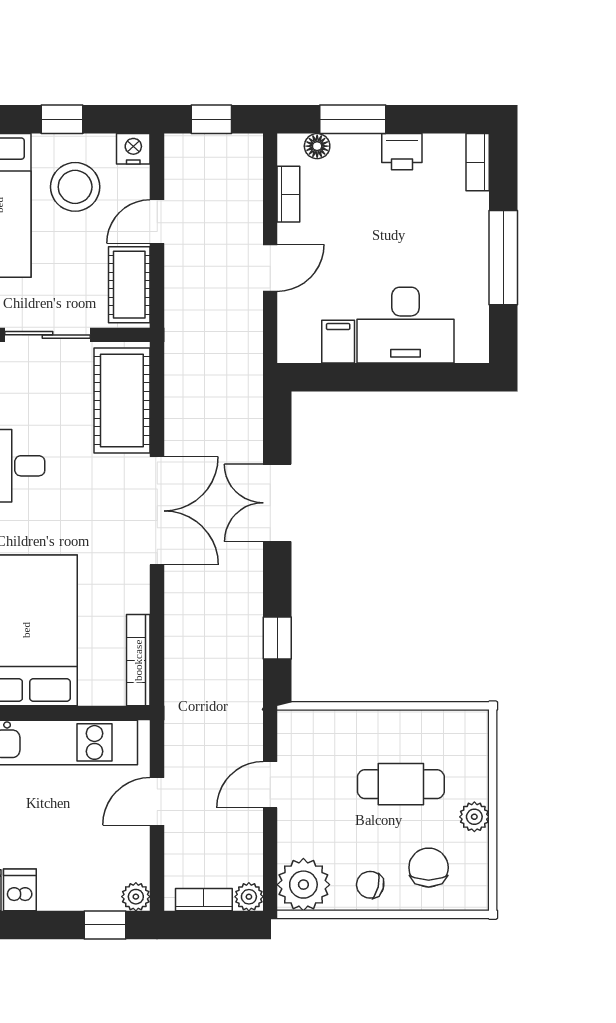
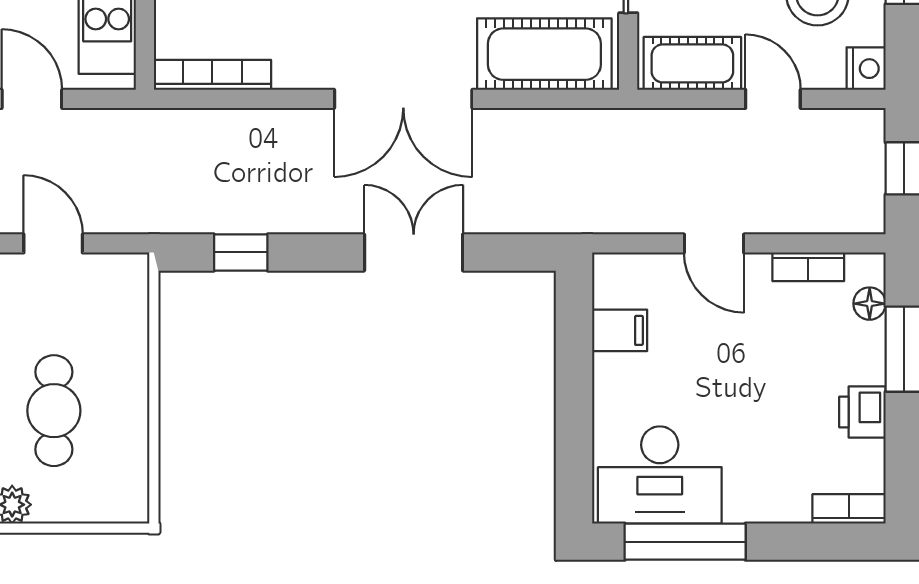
window: (503, 258) -> (685, 542), moved
desk: (406, 325) -> (660, 475), moved, turned -90

